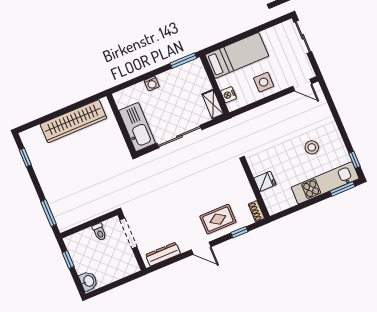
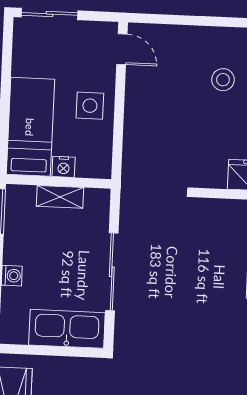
door: (302, 85) -> (122, 49), hinge flipped
nightstand: (228, 95) -> (64, 167), moved
shelving: (213, 104) -> (60, 197), moved

